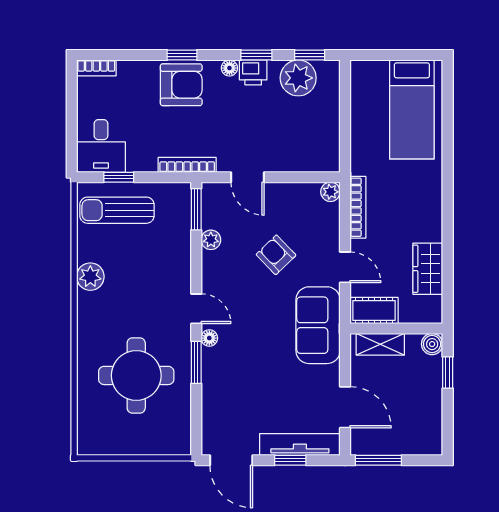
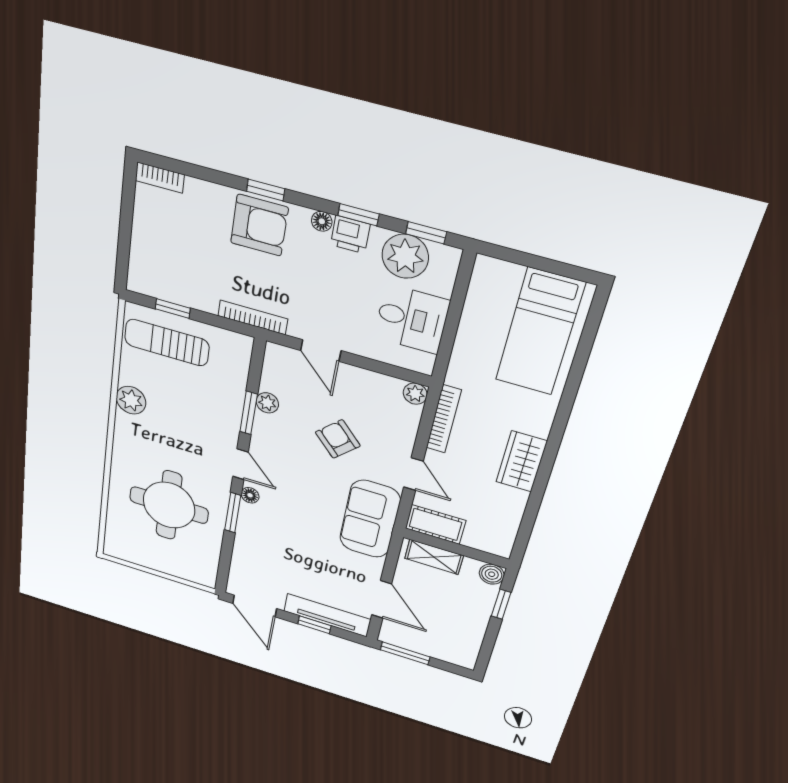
desk: (101, 146) -> (412, 319), moved, turned -90
window: (196, 209) -> (249, 413), moved
wardrobe: (428, 269) -> (522, 462), moved

